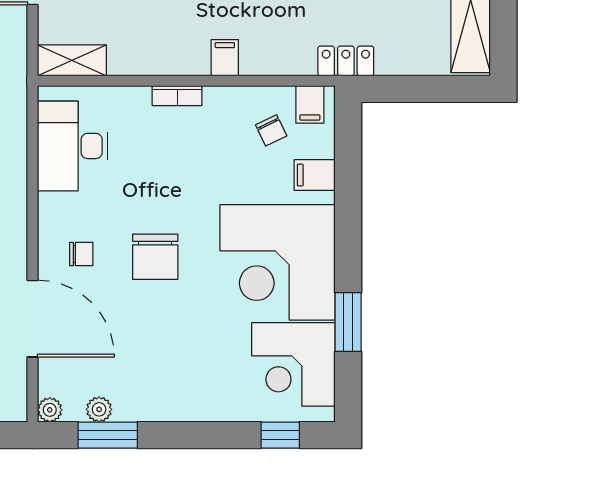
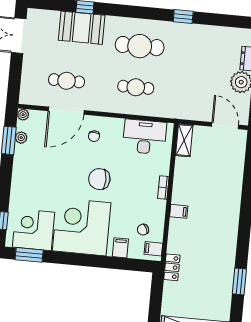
chair: (155, 257) -> (99, 179), moved
window: (348, 322) -> (29, 255), moved

